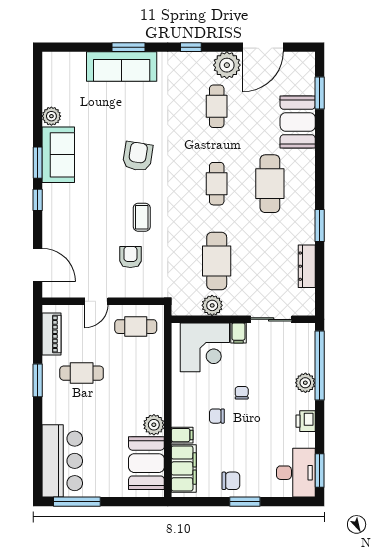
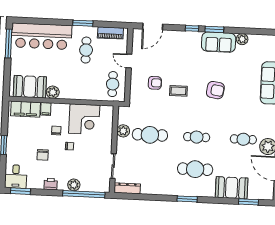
window: (320, 225) -> (187, 199), moved
dresser: (307, 266) -> (127, 188), moved
filing cabinet: (238, 333) -> (106, 146), removed
corner desk: (205, 347) -> (84, 119), moved, turned -90
bar counter: (62, 461) -> (42, 36), width x1.36
desk: (296, 473) -> (16, 176), width x0.73
chair: (231, 481) -> (43, 155), moved

